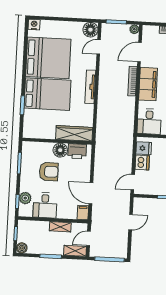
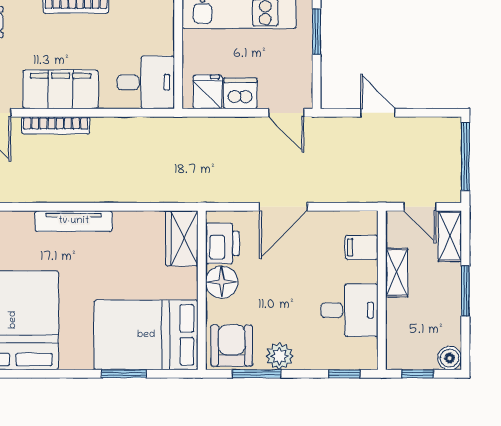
bed: (47, 94) -> (146, 335), moved, turned -90
wardrobe: (74, 133) -> (182, 238), width x0.67
armchair: (49, 172) -> (232, 346), moved
door: (91, 193) -> (283, 207), moved
plant: (25, 198) -> (280, 356), moved
filing cabinet: (83, 213) -> (362, 247), moved

